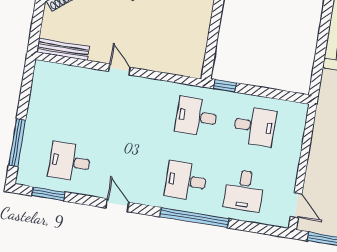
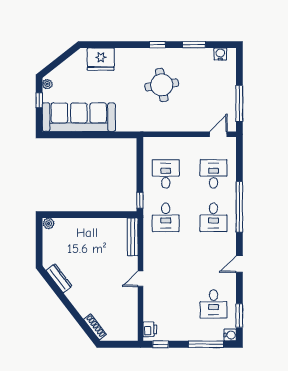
bench: (63, 49) -> (133, 237), moved
printer: (49, 71) -> (150, 329), added
window: (27, 82) -> (160, 344), added
water cooler: (24, 177) -> (230, 335), added
desk: (244, 190) -> (214, 174), turned -90

